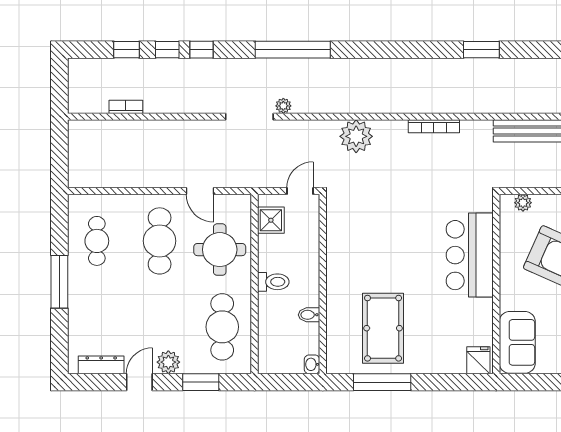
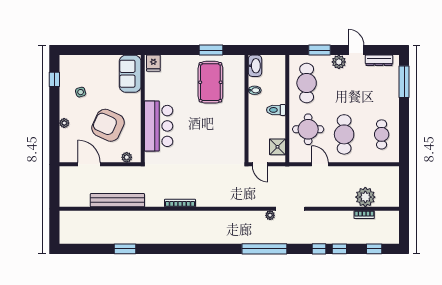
window: (127, 50) -> (374, 249), moved
window: (481, 50) -> (125, 249), moved
plant: (356, 136) -> (365, 197), moved
door: (300, 191) -> (260, 164), hinge flipped
window: (59, 282) -> (404, 82), moved
washbasin: (312, 364) -> (255, 66), width x1.91, depth x1.45
door: (139, 382) -> (356, 50), swing flipped
window: (382, 382) -> (211, 50), width x0.69

